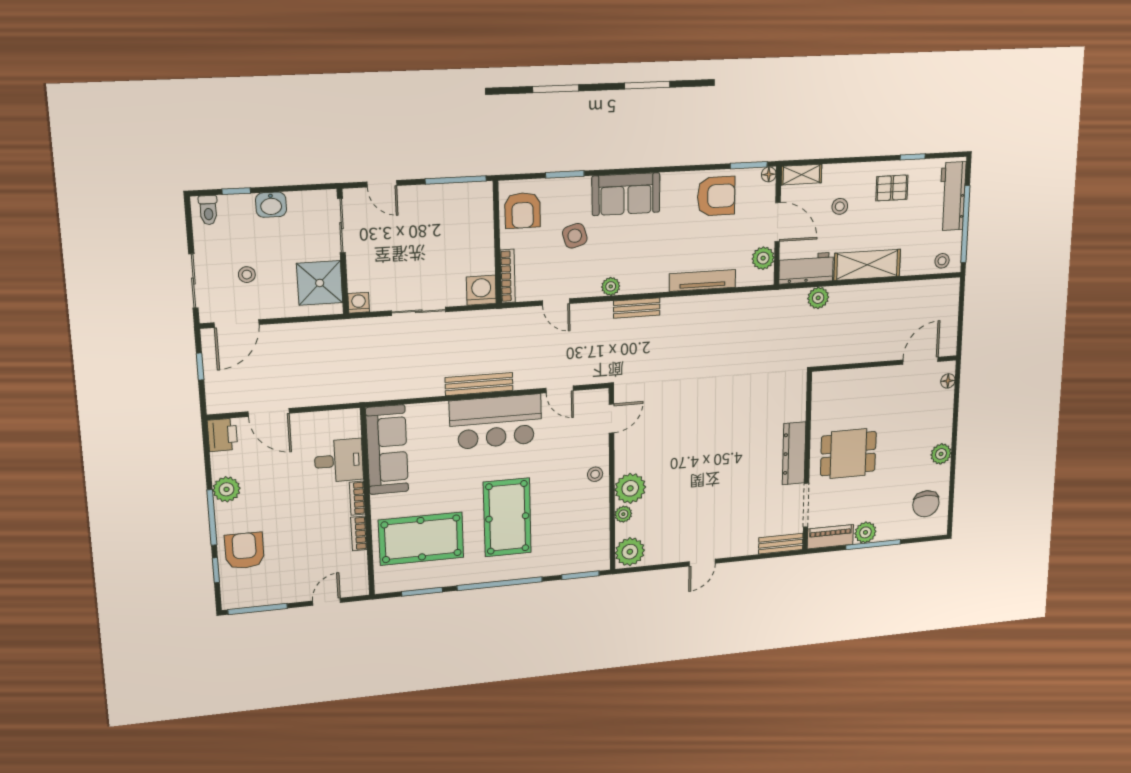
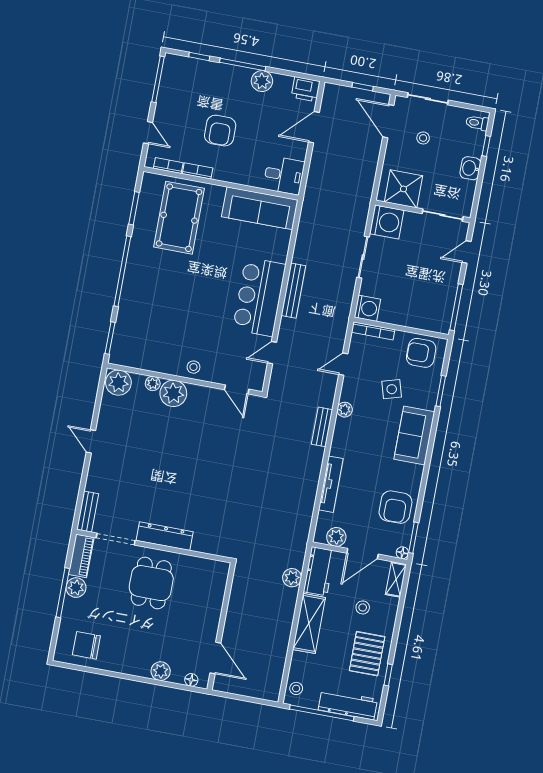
pallet: (892, 188) -> (367, 654), width x1.50, depth x1.42
washing machine: (359, 303) -> (387, 222), width x1.89, depth x1.89
plant: (941, 454) -> (161, 671), moved
desk: (339, 461) -> (284, 175), moved, turned -90
bookcase: (357, 498) -> (168, 166), moved
pool table: (507, 517) -> (177, 289), removed
armchair: (244, 551) -> (220, 131), moved, turned 90

